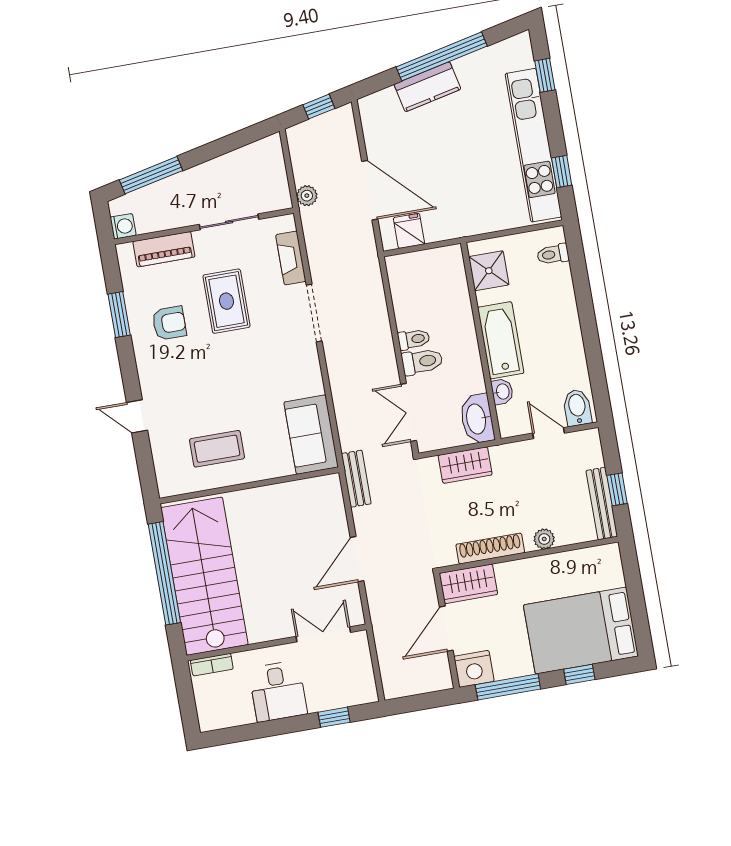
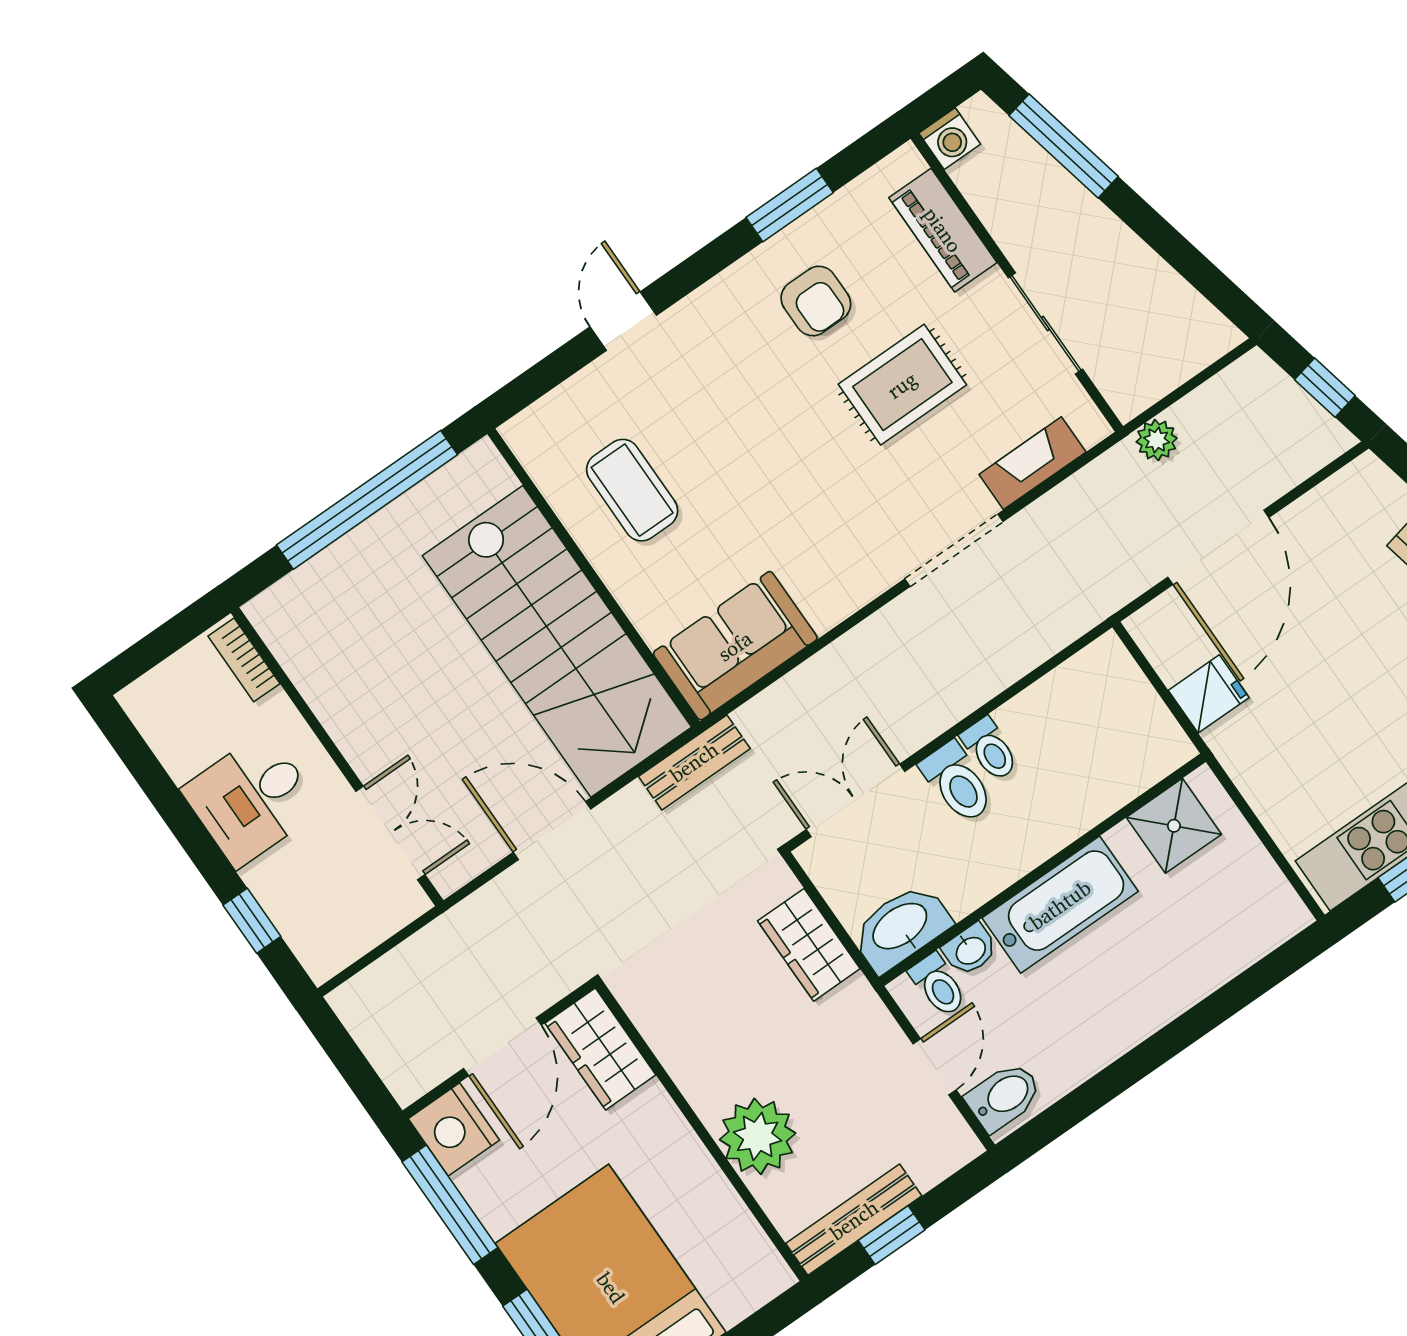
fridge: (409, 231) -> (1209, 694), moved
toilet: (553, 254) -> (938, 985), moved, turned 180
plant: (544, 539) -> (758, 1136), width x1.88, depth x1.88
shoe rack: (490, 549) -> (681, 1059), removed
stairs: (204, 576) -> (557, 641), moved, turned 90
door: (446, 629) -> (502, 1047), swing flipped

